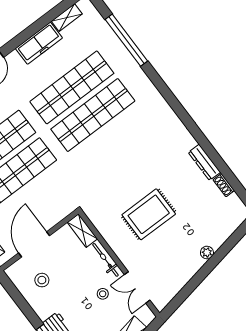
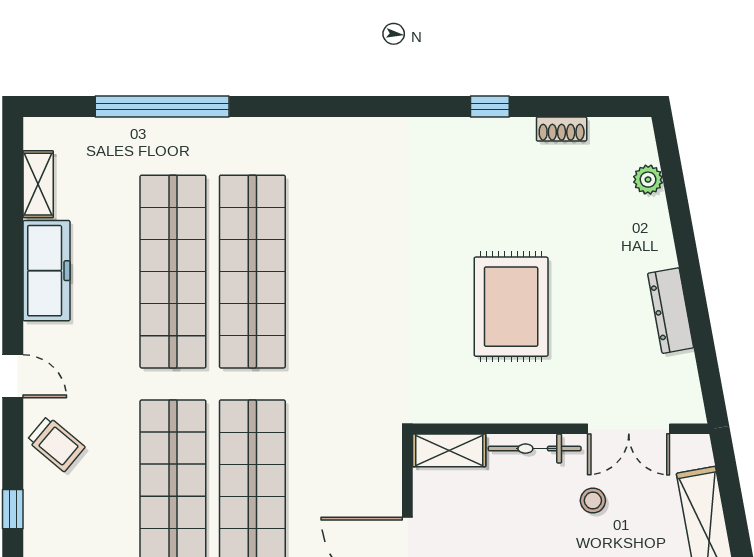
window: (213, 154) -> (490, 107), added
dresser: (204, 162) -> (671, 311), moved, turned 80
plant: (207, 253) -> (648, 180), moved

